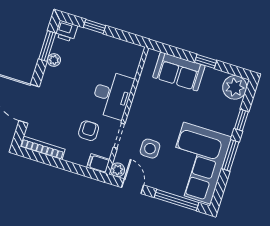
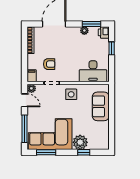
window: (206, 61) -> (112, 120), removed
plant: (235, 87) -> (80, 142), moved
desk: (112, 95) -> (93, 71), moved
side table: (150, 149) -> (71, 94), moved
window: (230, 155) -> (46, 152), moved
door: (133, 186) -> (24, 100), hinge flipped

